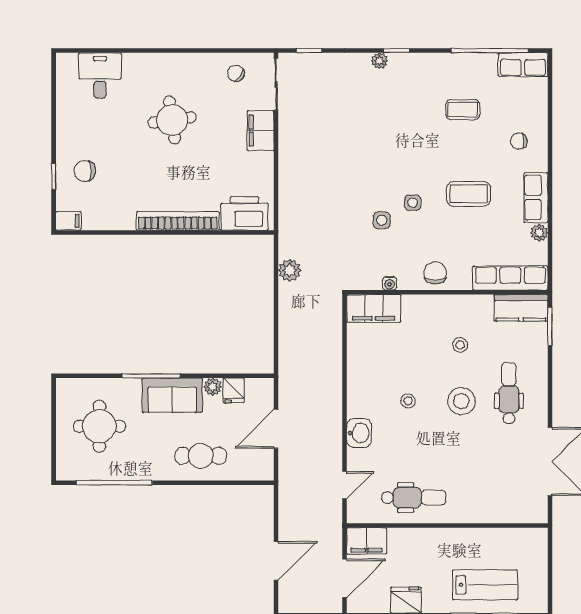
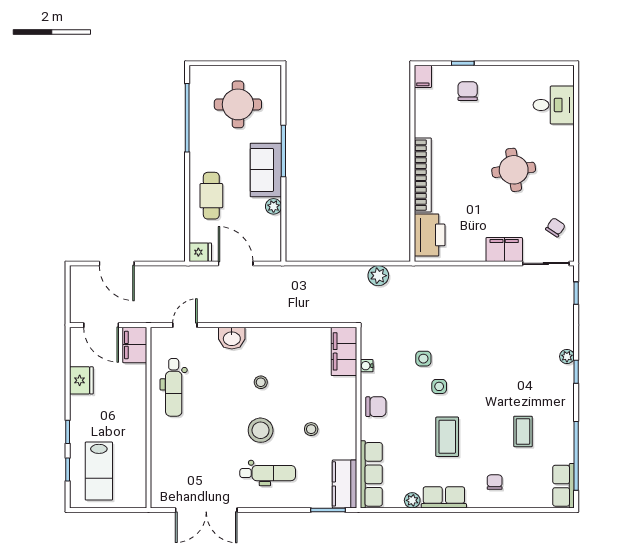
fridge: (234, 390) -> (200, 252), moved, turned 180
door: (345, 485) -> (185, 325), swing flipped
lab bench: (485, 585) -> (99, 471), moved

